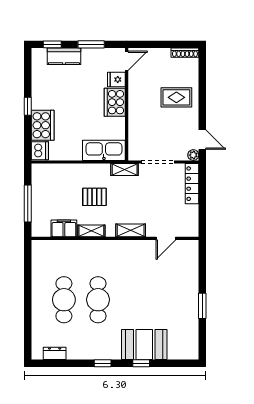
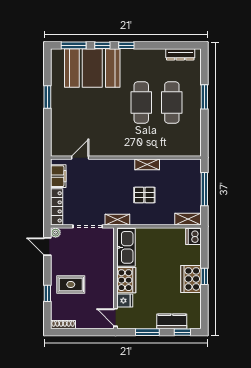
door: (127, 61) -> (115, 317), hinge flipped
window: (202, 87) -> (47, 293), added
cooker: (43, 125) -> (191, 279), moved
kitchen sink: (104, 150) -> (126, 247), moved, turned -90
filing cabinet: (64, 228) -> (58, 176), moved, turned -90
shelving: (131, 230) -> (188, 219), moved
window: (28, 306) -> (204, 97), added
booth: (144, 344) -> (92, 68), width x1.36, depth x1.42
dresser: (55, 353) -> (180, 54), width x1.44
window: (103, 363) -> (126, 45), moved
window: (173, 363) -> (74, 45), added

